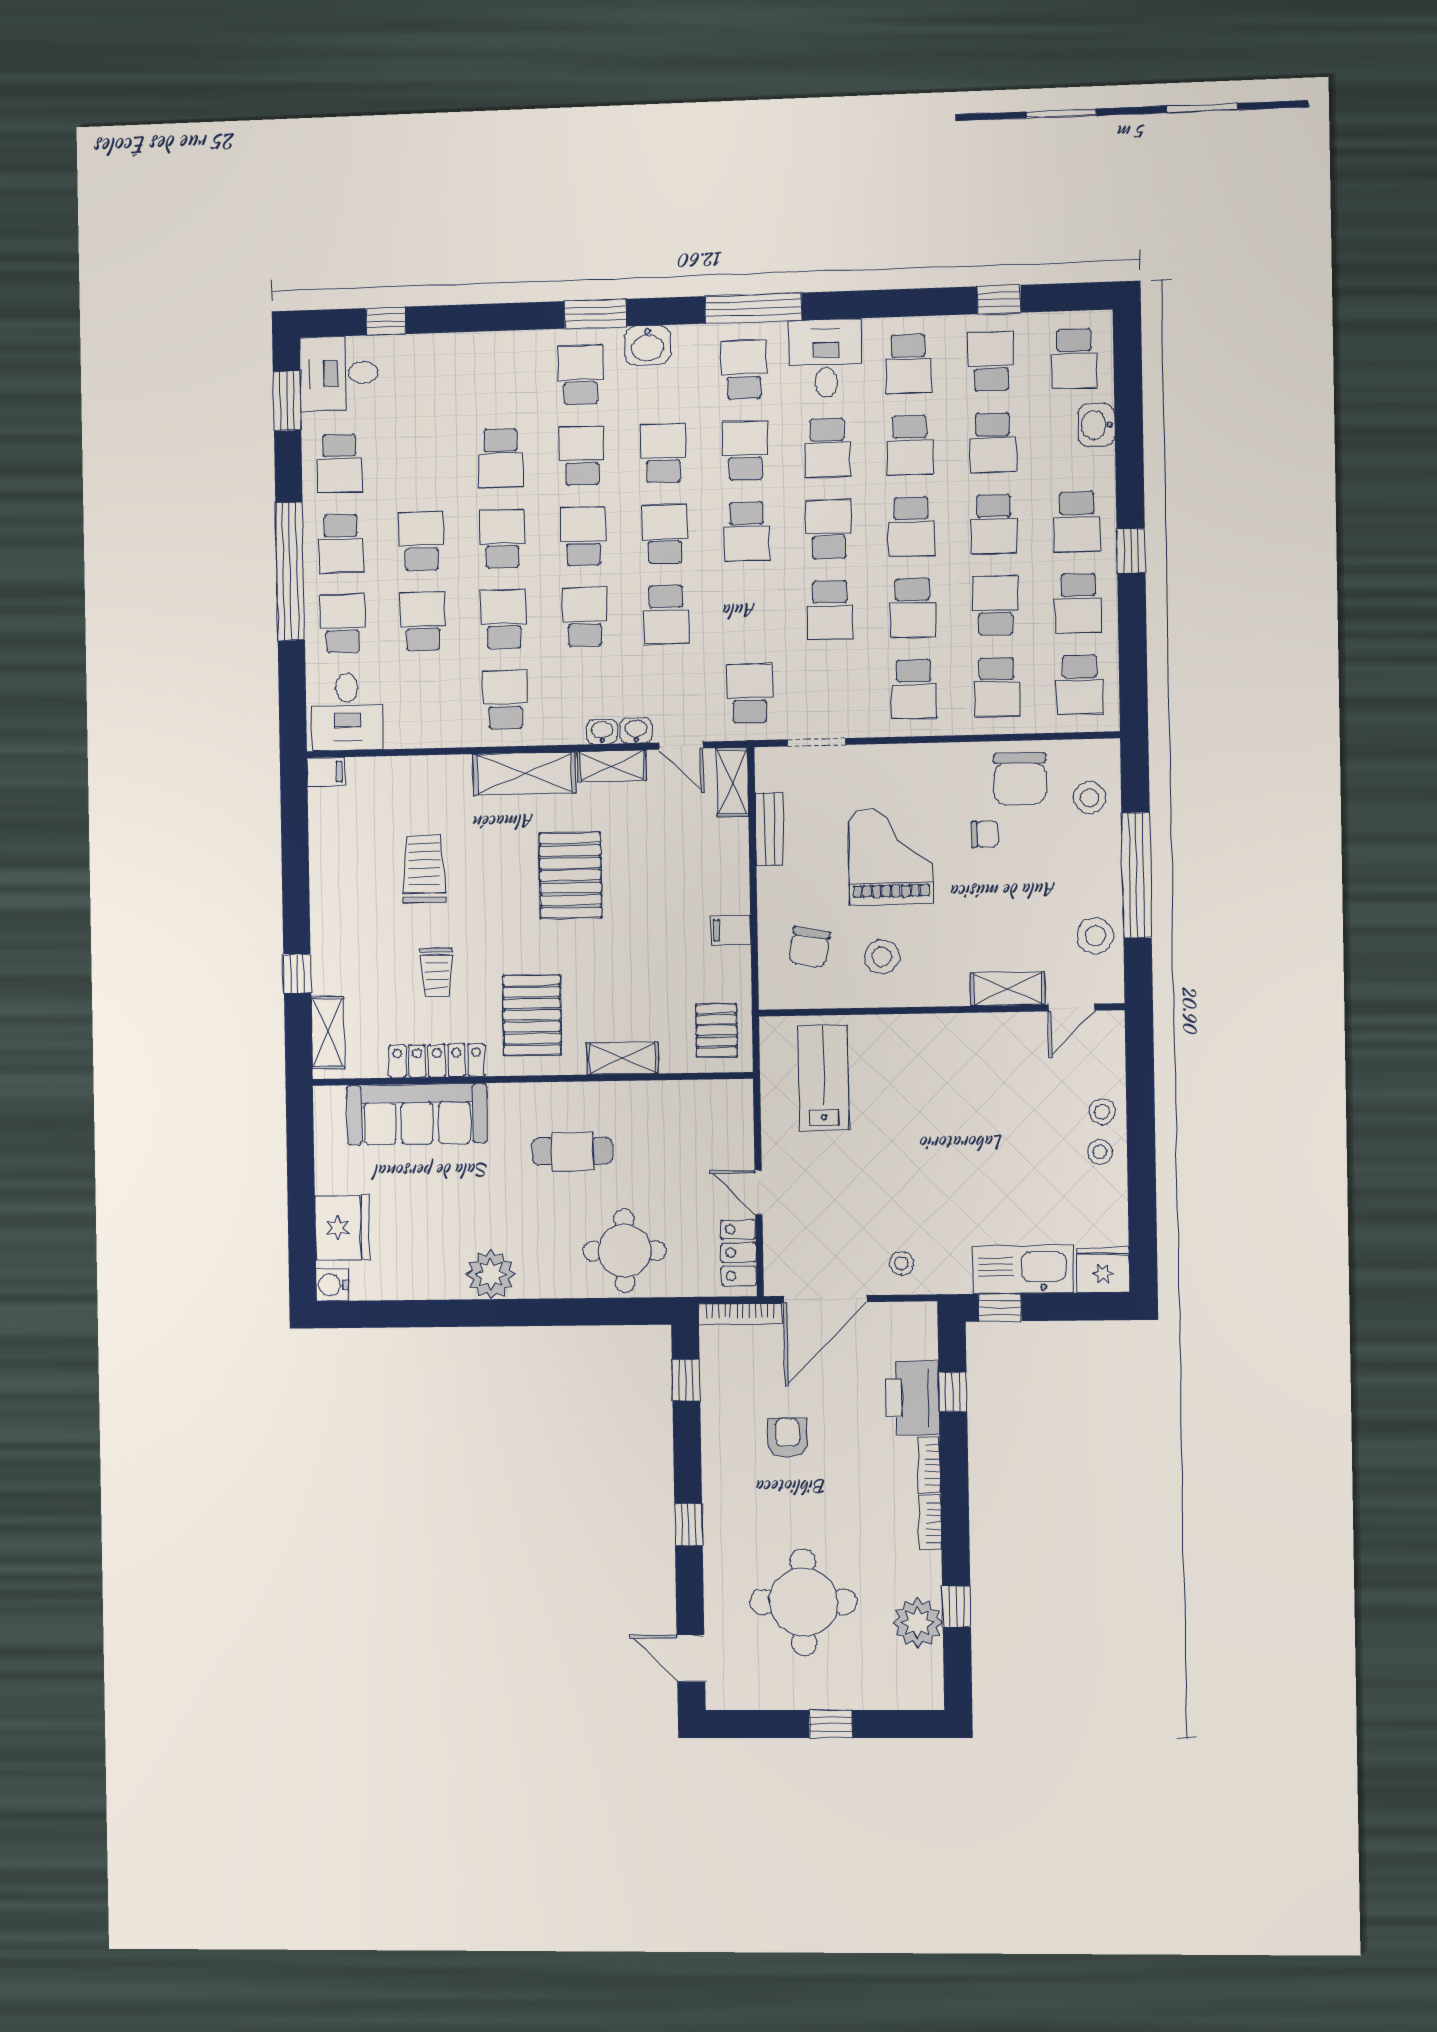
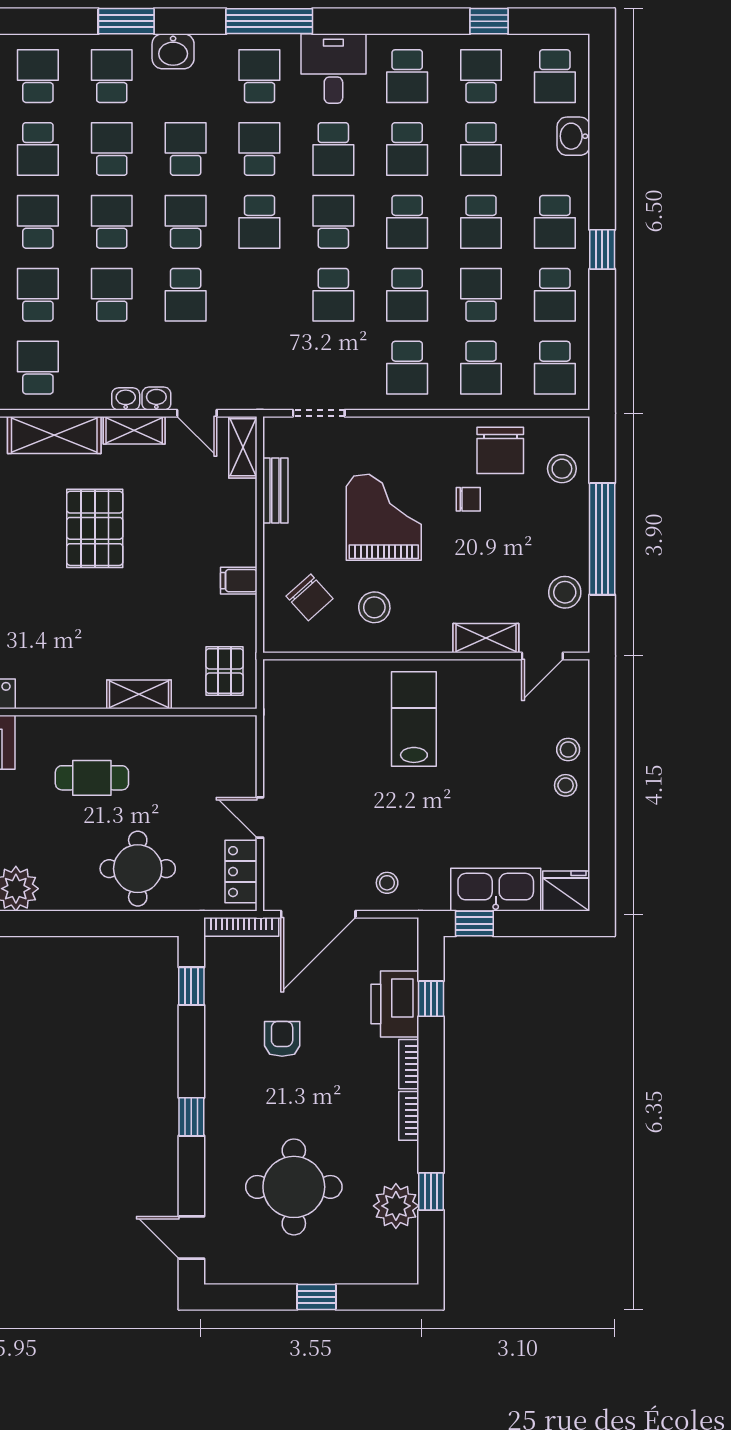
school desk: (749, 693) -> (38, 76), moved
chair: (809, 947) -> (310, 597), turned -52
pallet: (532, 1015) -> (57, 654), removed
lab bench: (823, 1078) -> (414, 719), moved

